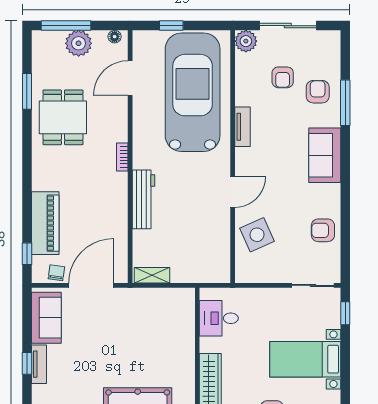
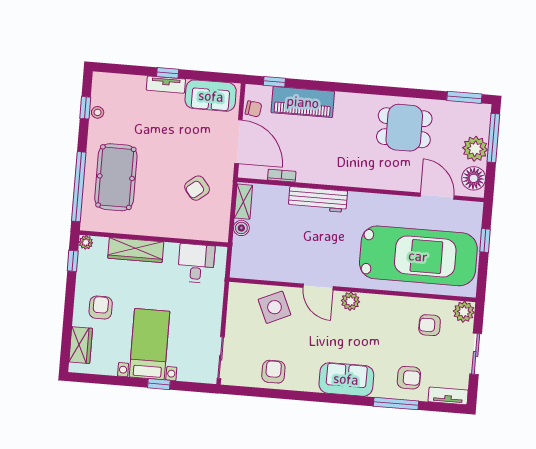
sliding door: (288, 26) -> (476, 354), width x0.73
floor lamp: (115, 37) -> (474, 178), width x1.89, depth x1.89
armchair: (283, 77) -> (430, 325), moved
window: (27, 91) -> (464, 97), moved
tv unit: (243, 127) -> (448, 396), moved, turned 180
bookcase: (122, 157) -> (282, 176), moved
plant: (245, 158) -> (350, 301), added
boiler: (179, 275) -> (241, 228), added
window: (345, 313) -> (159, 384), moved
armchair: (142, 324) -> (197, 188), added

